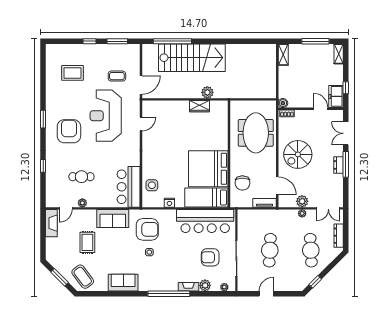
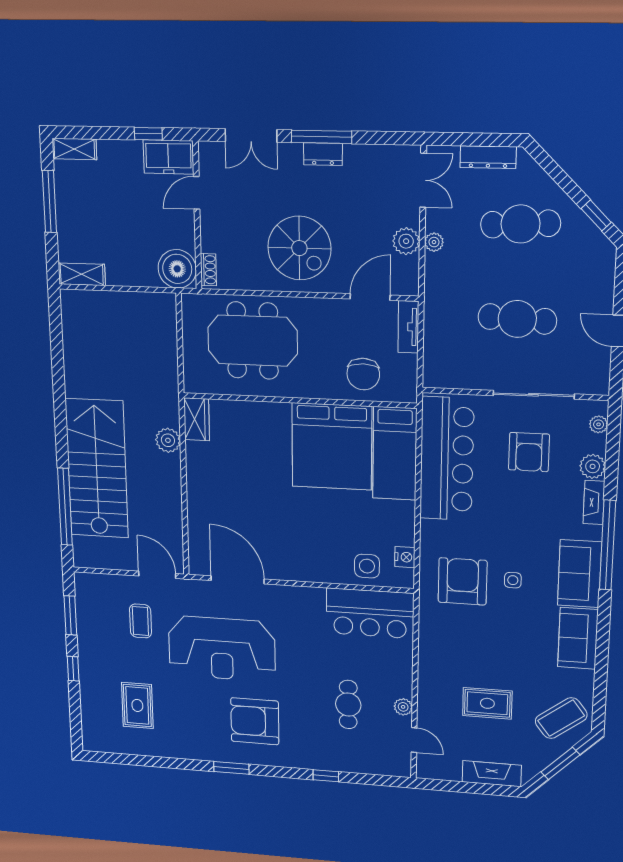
boiler: (283, 103) -> (177, 269), width x1.86, depth x1.86
wardrobe: (199, 106) -> (197, 419), moved
door: (141, 124) -> (238, 580), width x1.87
chair: (242, 183) -> (363, 374), turned 90
nightstand: (169, 203) -> (405, 557), moved
sofa: (113, 218) -> (580, 574), moved, turned 180
fireplace: (51, 223) -> (492, 774), moved

